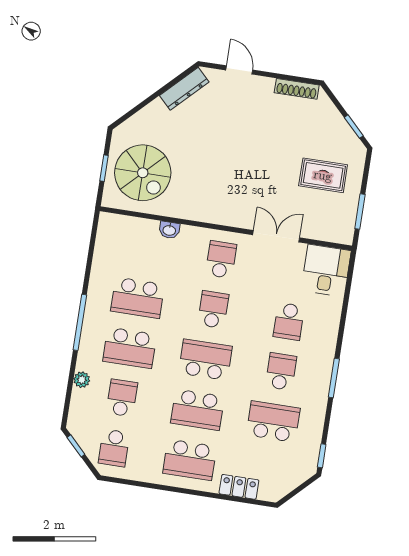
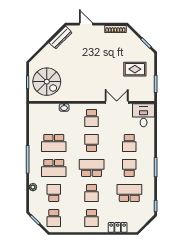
school desk: (221, 260) -> (92, 118), turned 180
school desk: (198, 410) -> (92, 193), width x0.54
school desk: (190, 460) -> (92, 218), width x0.54

